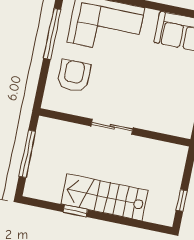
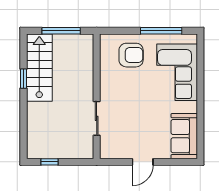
sliding door: (112, 127) -> (97, 118), moved
stairs: (104, 197) -> (39, 68), moved

